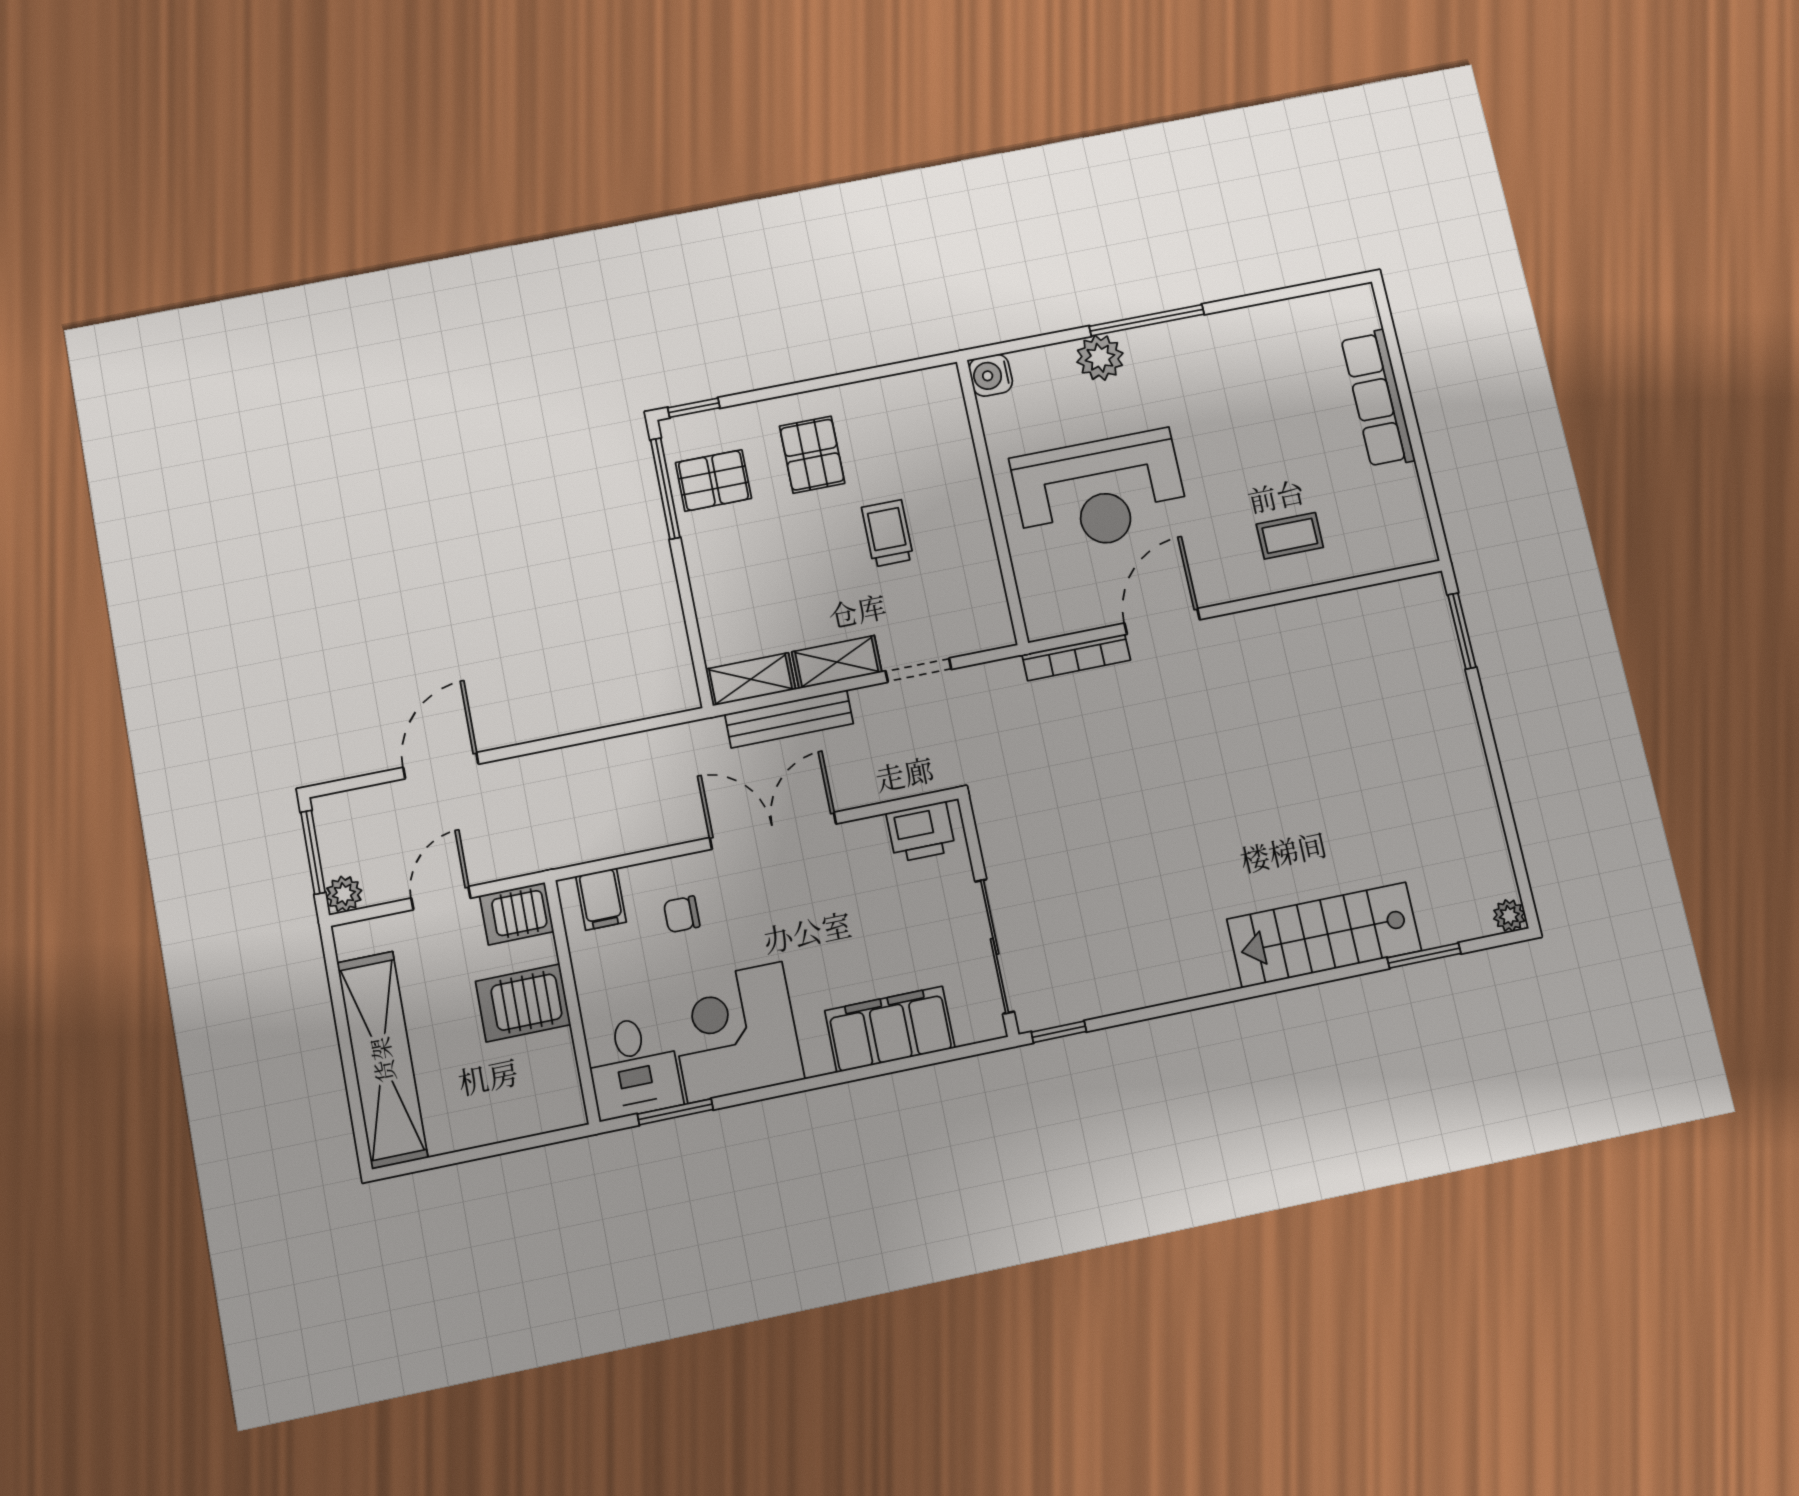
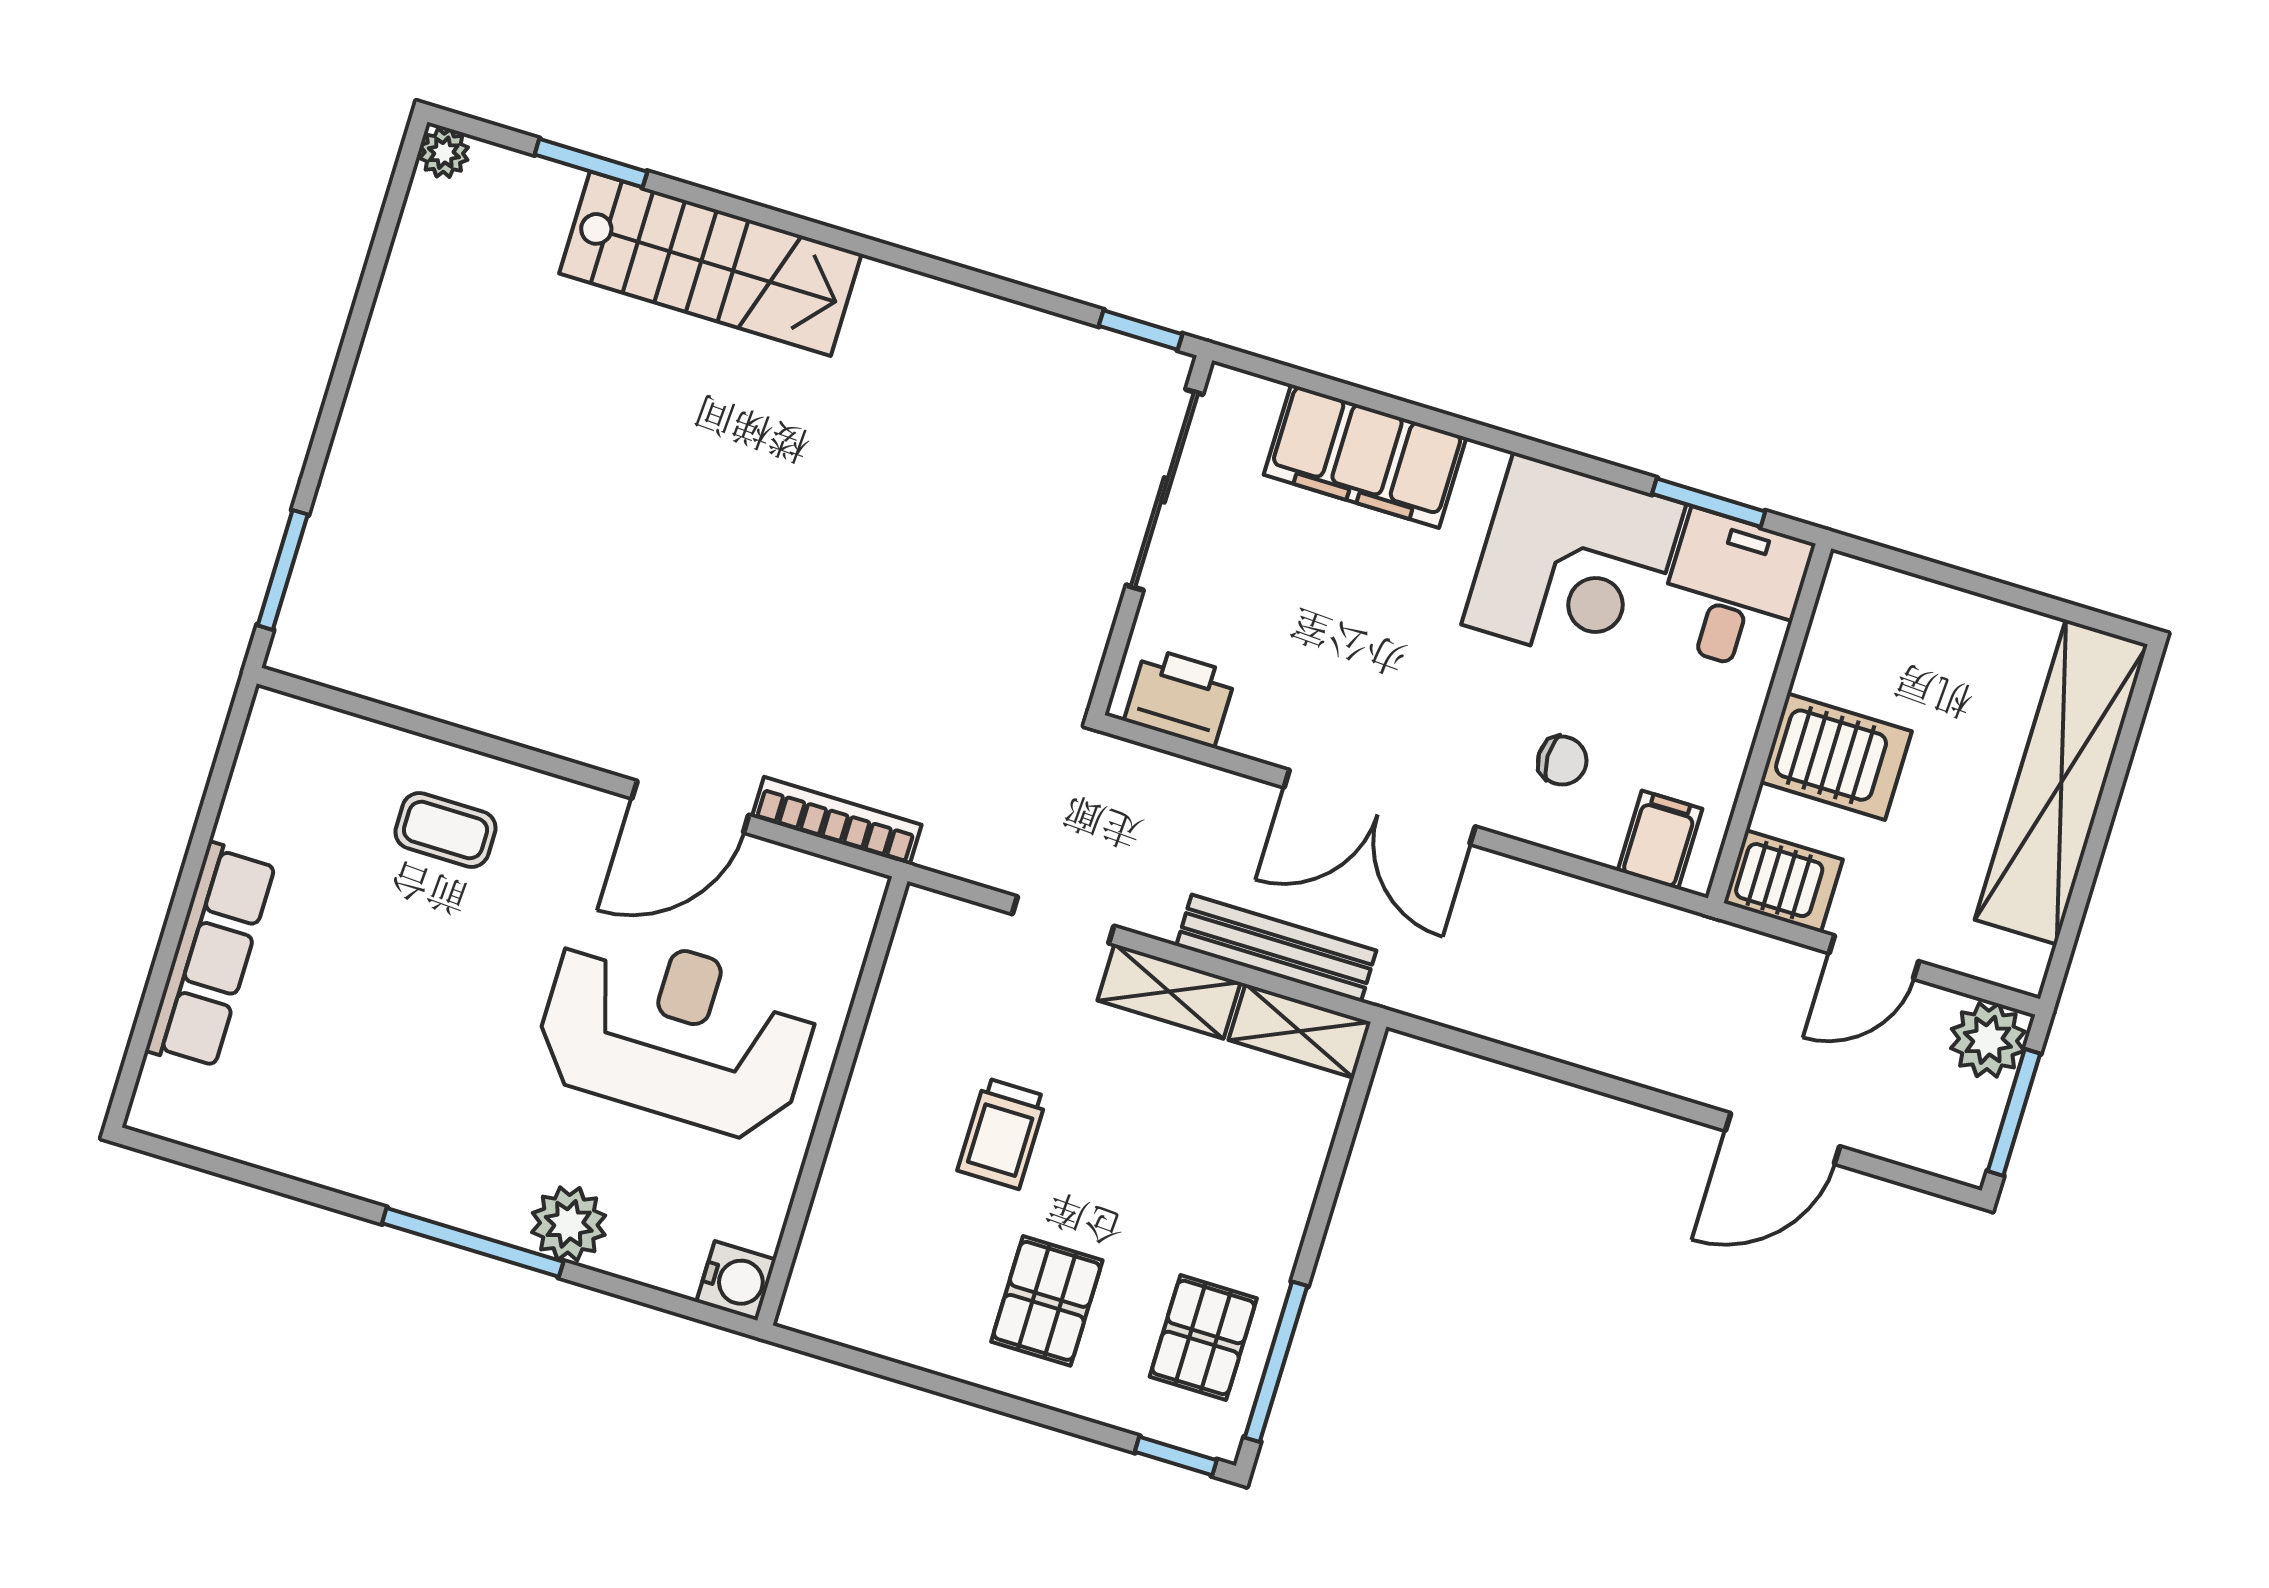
pallet: (713, 480) -> (1203, 1337), turned 90
plant: (344, 894) -> (1988, 1040), width x1.38, depth x1.38

